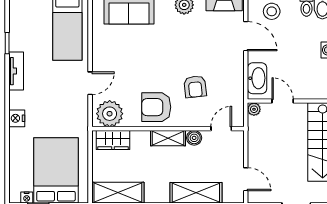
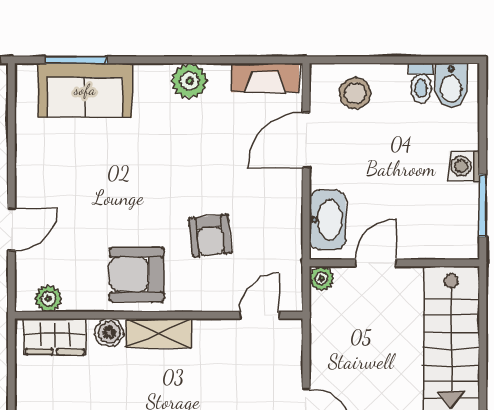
door: (246, 36) -> (306, 140), swing flipped
door: (283, 101) -> (376, 263), hinge flipped
plant: (110, 114) -> (48, 299), width x0.53, depth x0.53
boiler: (194, 138) -> (109, 333), moved

